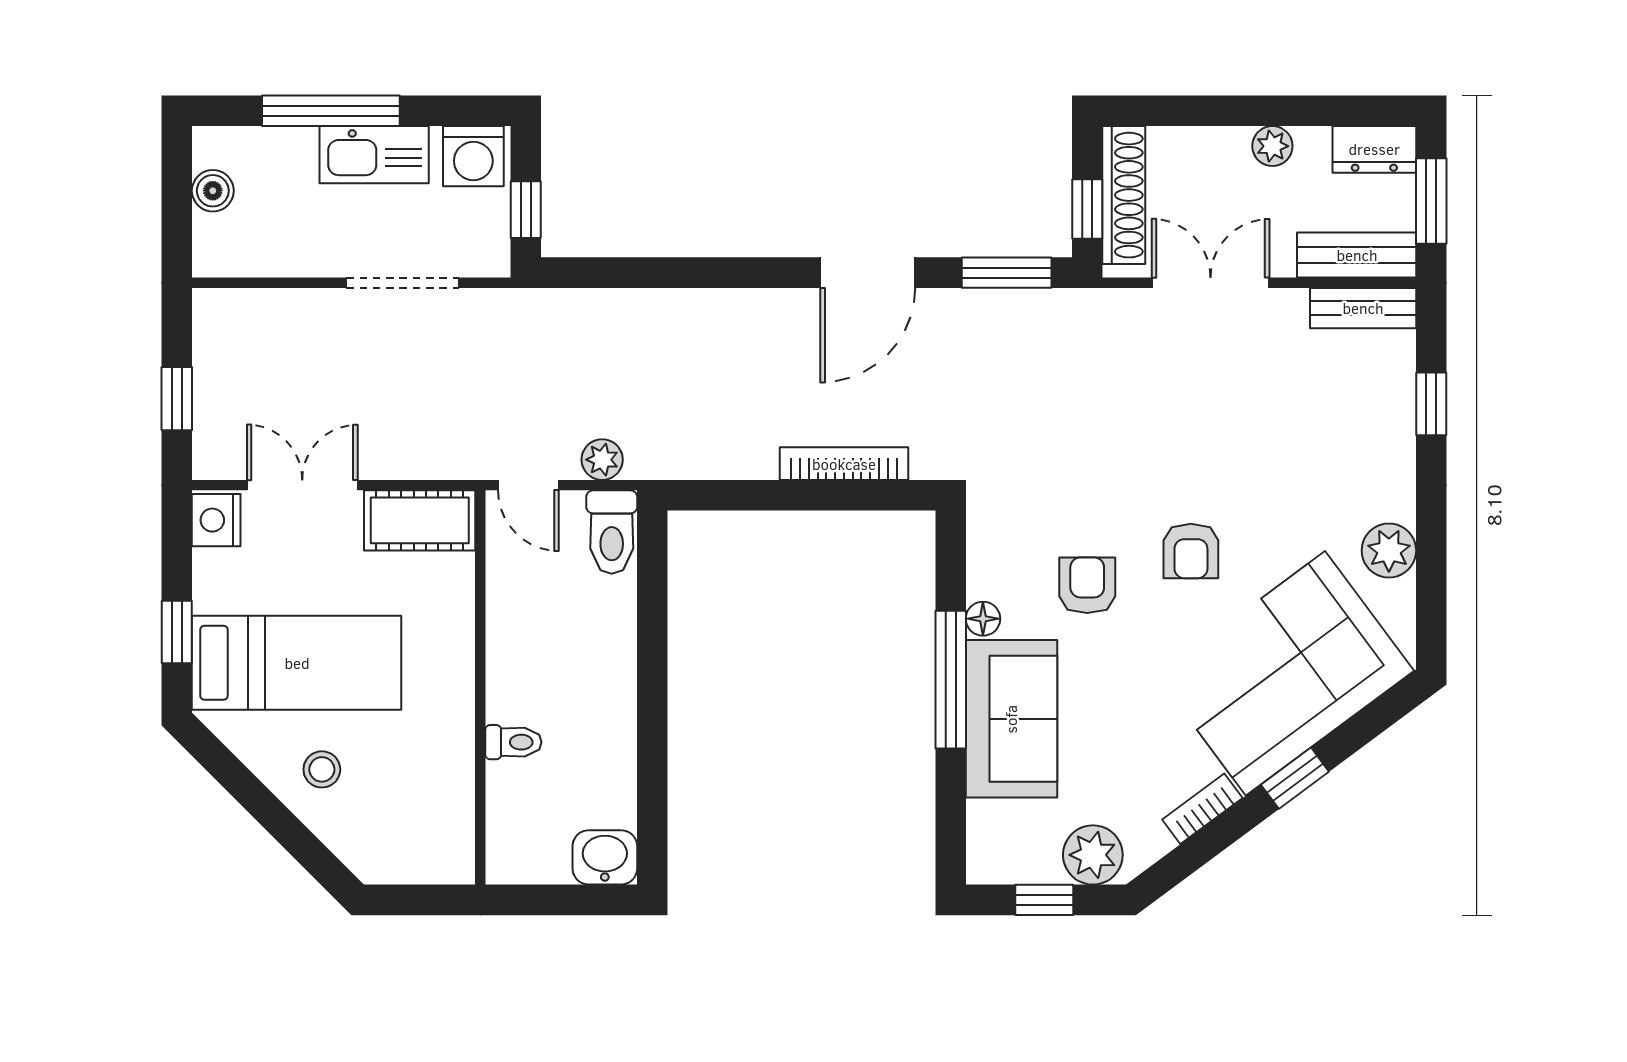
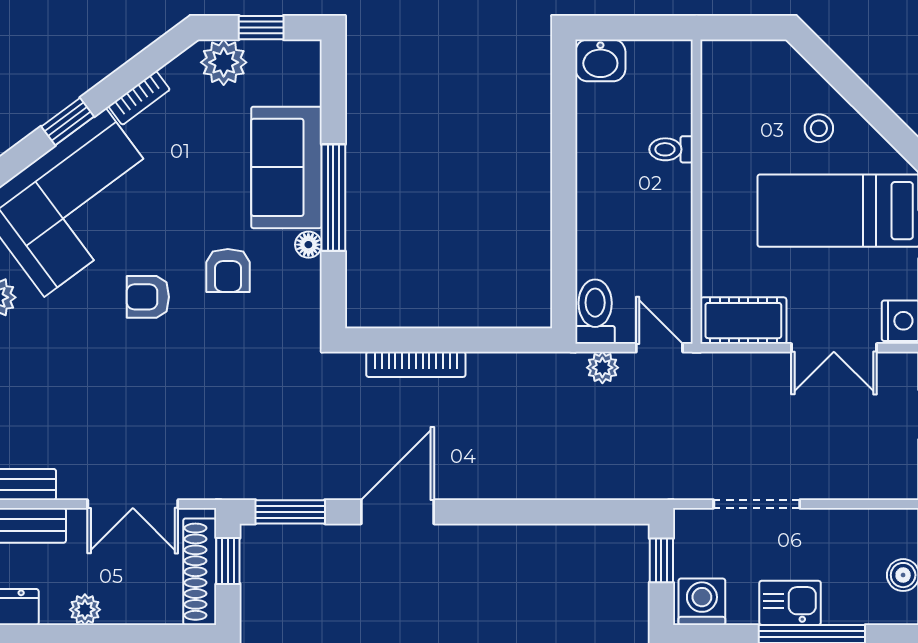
kitchen sink: (374, 155) -> (790, 603), width x0.73
armchair: (1191, 551) -> (148, 297), turned -90

